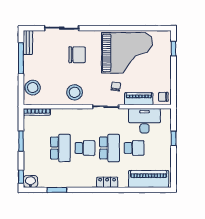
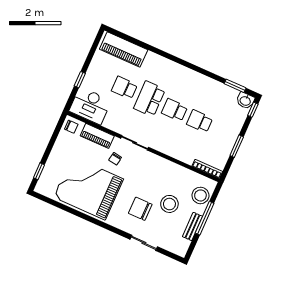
sliding door: (62, 28) -> (144, 243), width x0.73
bench: (28, 43) -> (192, 226), moved
window: (21, 58) -> (205, 218), moved
stool: (75, 92) -> (169, 204), moved
desk: (144, 121) -> (90, 106), moved
school desk: (60, 148) -> (200, 121), width x0.54
locker: (107, 182) -> (167, 65), removed
window: (57, 190) -> (235, 86), moved

